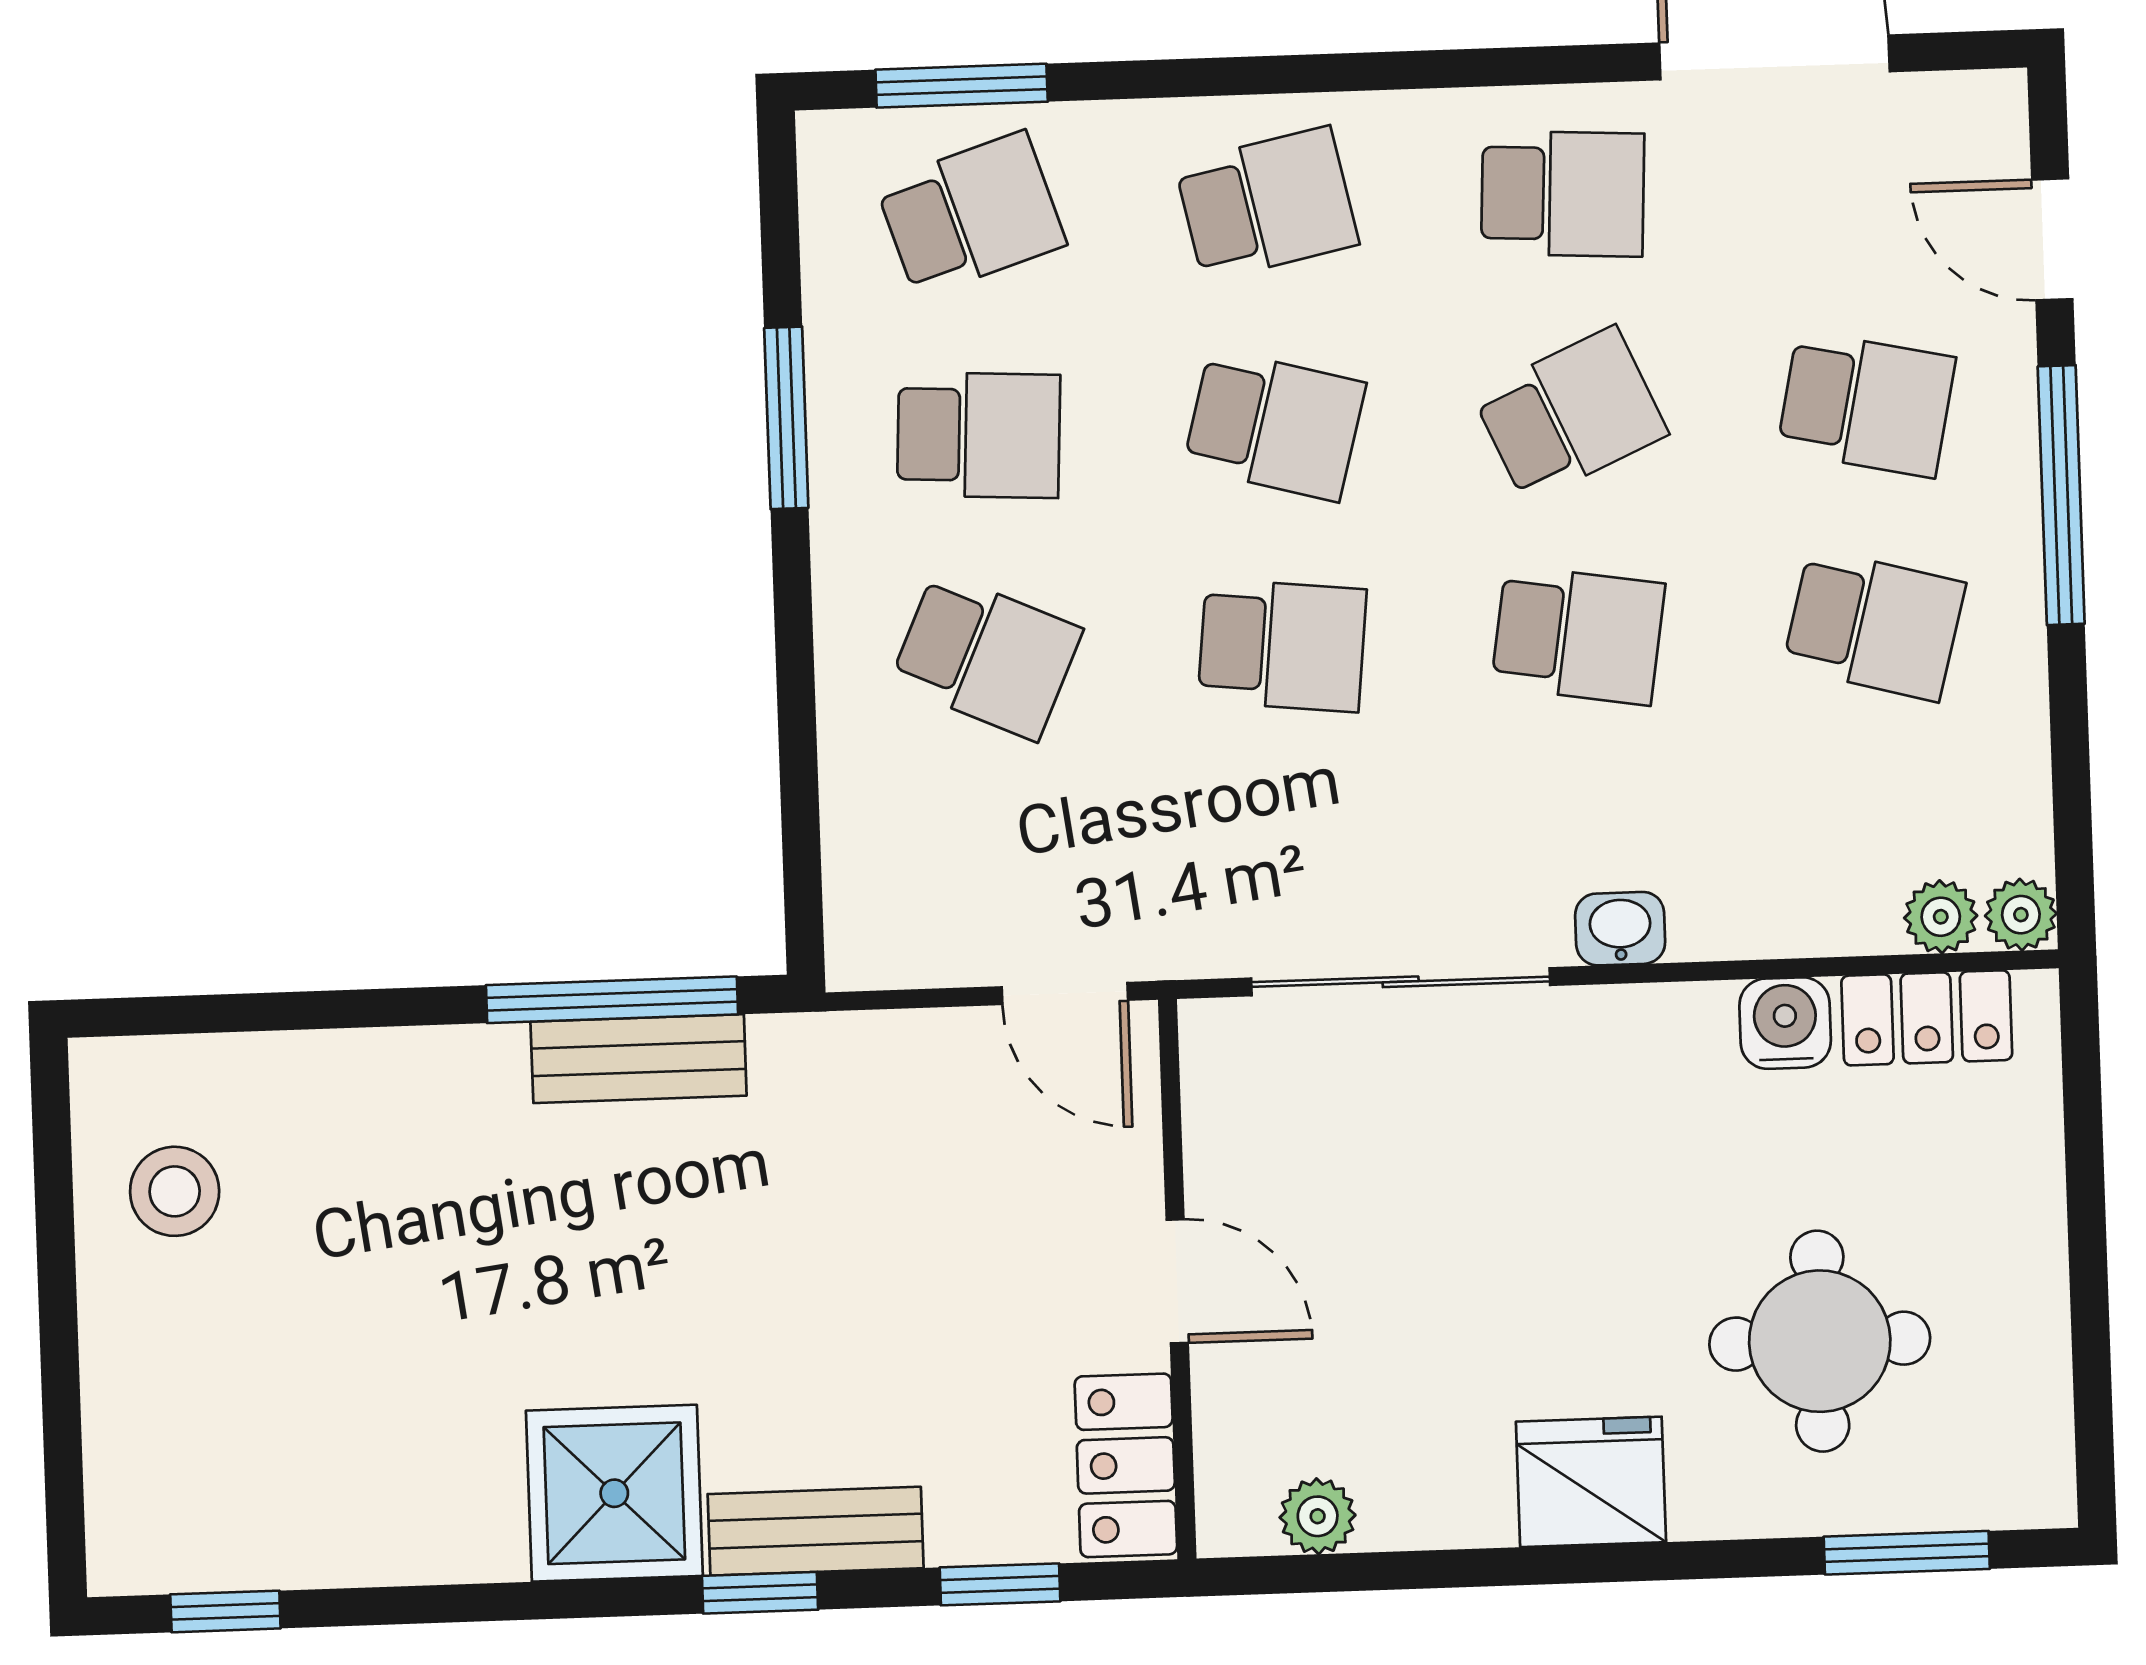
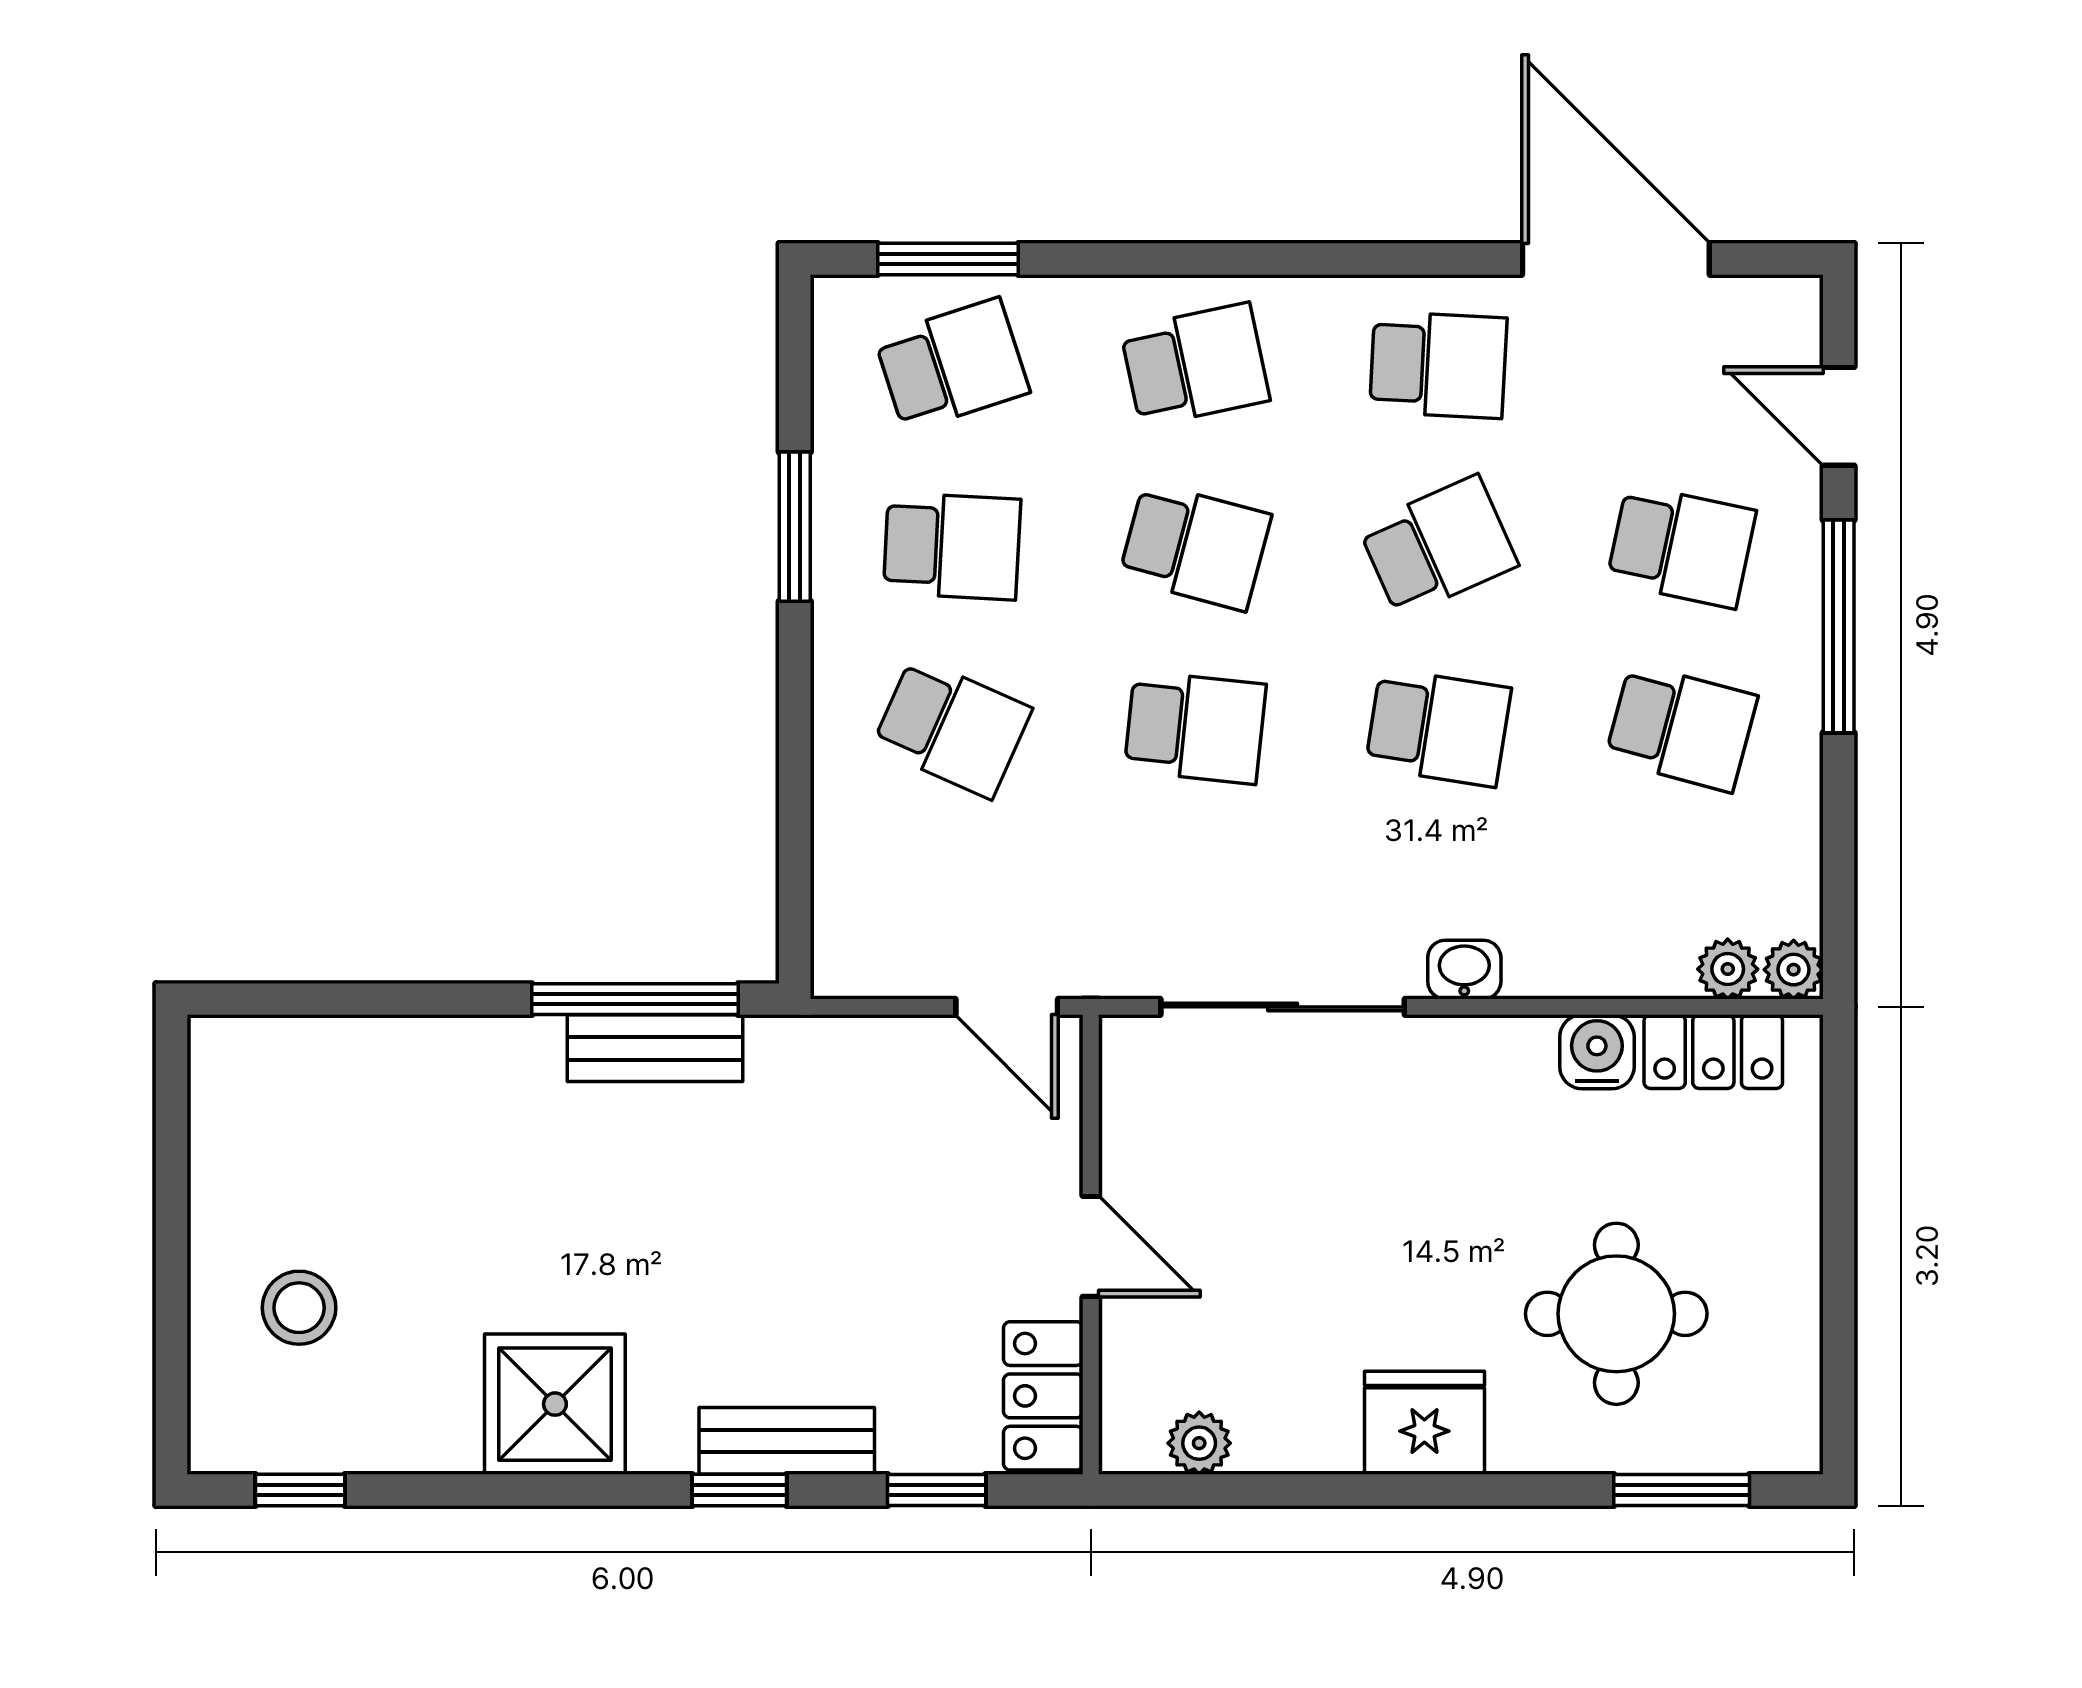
stool: (175, 1191) -> (299, 1308), moved
shower: (614, 1493) -> (555, 1404), moved

